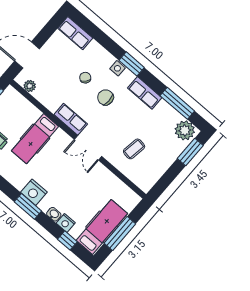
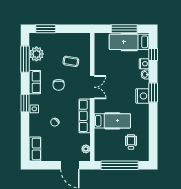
chair: (105, 97) -> (59, 85), moved
row of seats: (71, 119) -> (85, 116), width x1.48
plant: (185, 130) -> (36, 54), moved

